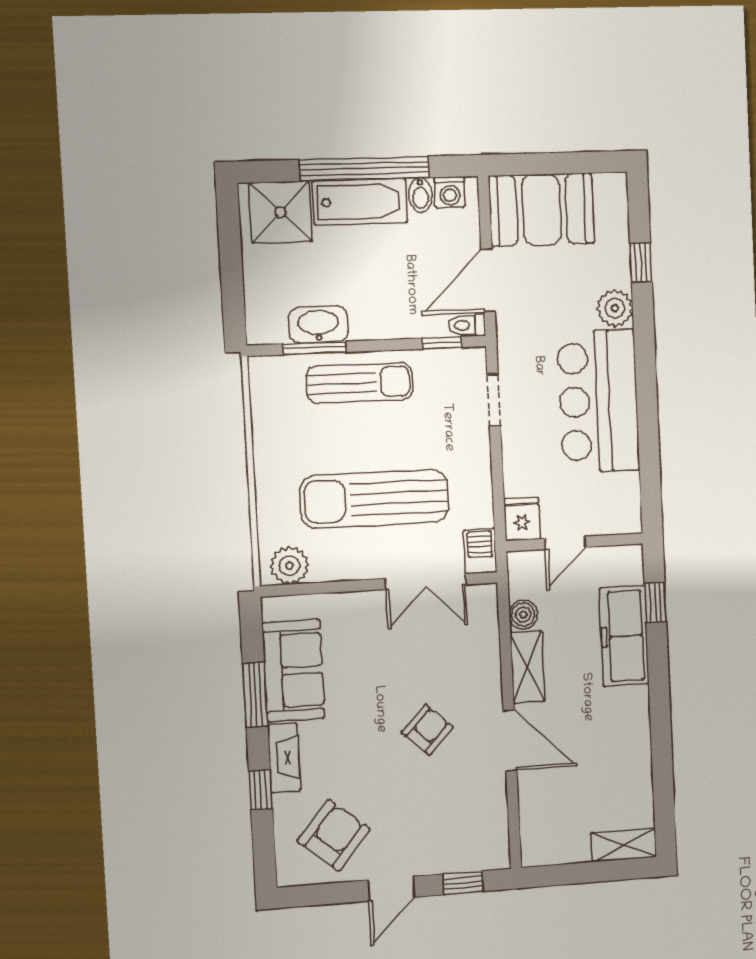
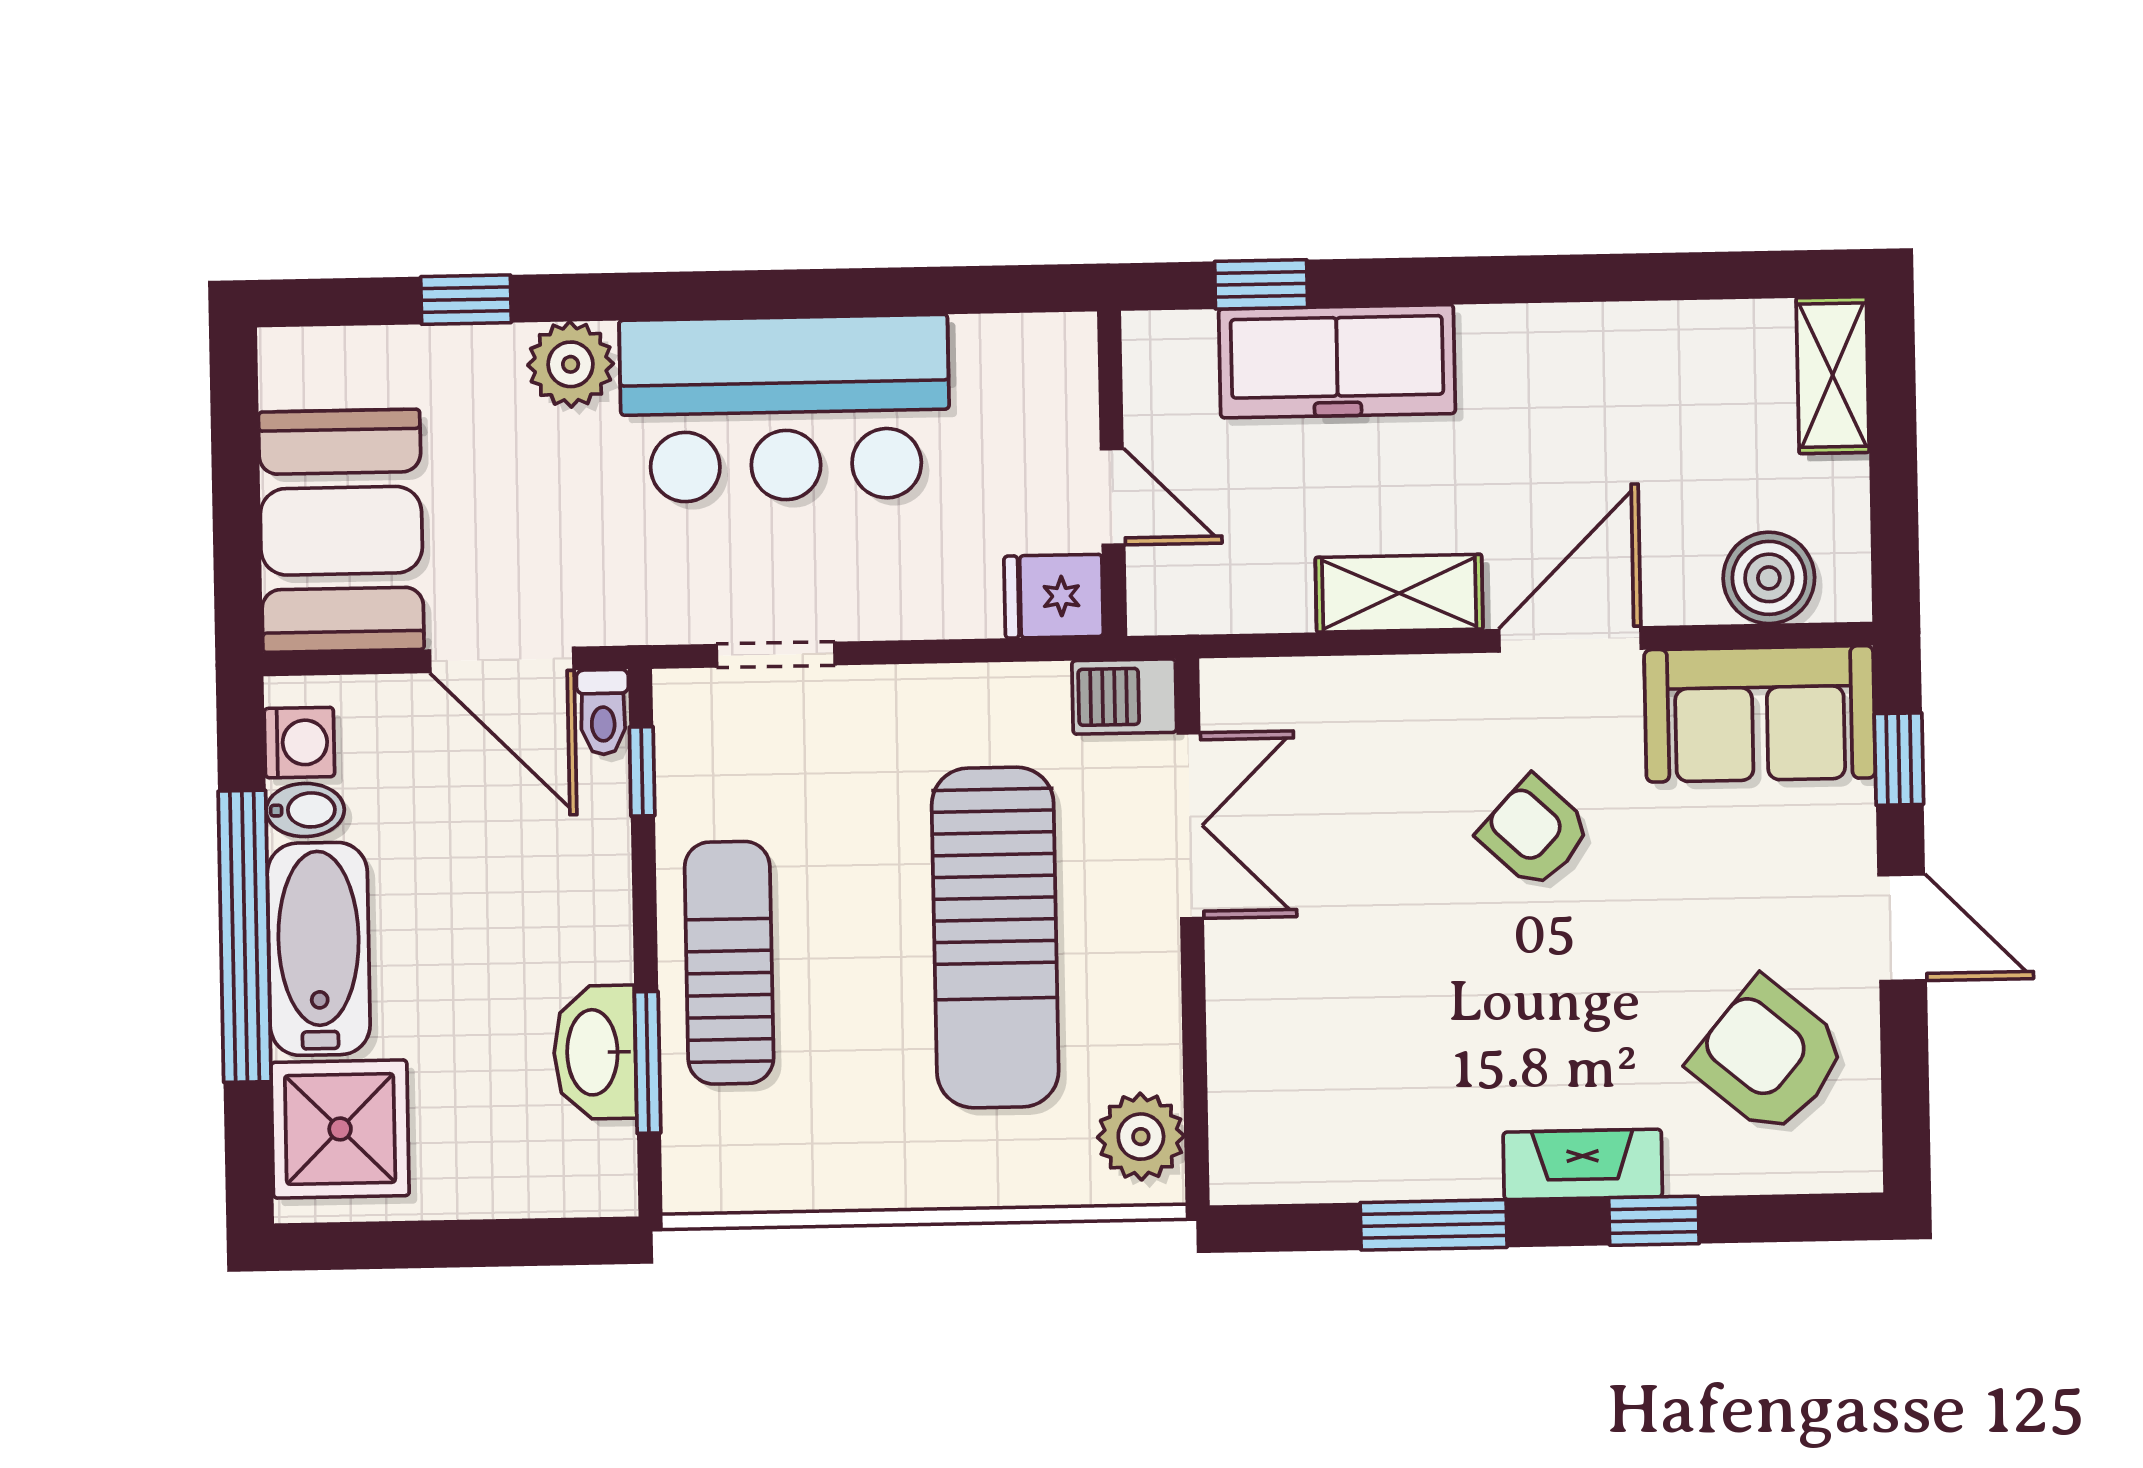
boiler: (523, 615) -> (1769, 578), moved, width x1.36, depth x1.36
sofa: (294, 671) -> (1760, 714), moved, turned 180

